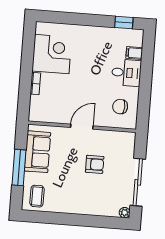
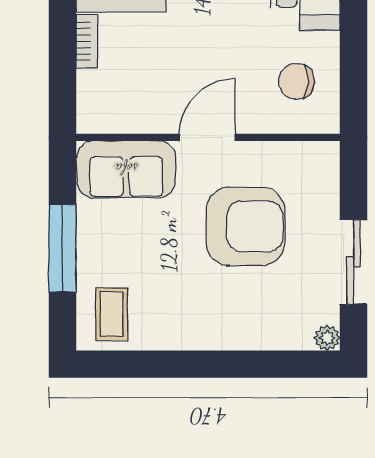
sofa: (37, 152) -> (126, 169), moved, turned 90
armchair: (95, 164) -> (245, 226), width x1.88, depth x1.88
sliding door: (138, 182) -> (354, 262), width x0.73

